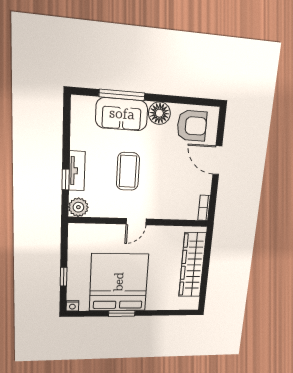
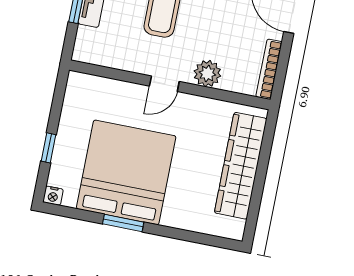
plant: (78, 207) -> (207, 74), moved
bookcase: (204, 208) -> (269, 69), width x1.56

